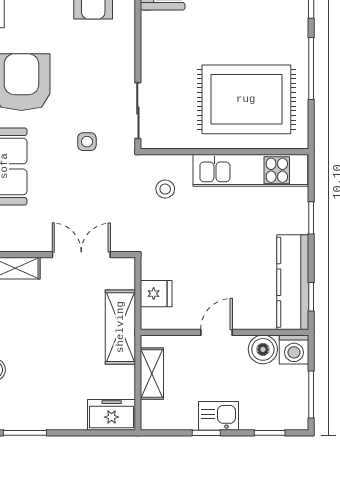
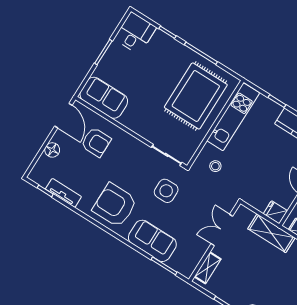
side table: (87, 142) -> (166, 191), width x1.87, depth x1.87
fridge: (156, 294) -> (275, 212), moved, turned -90

